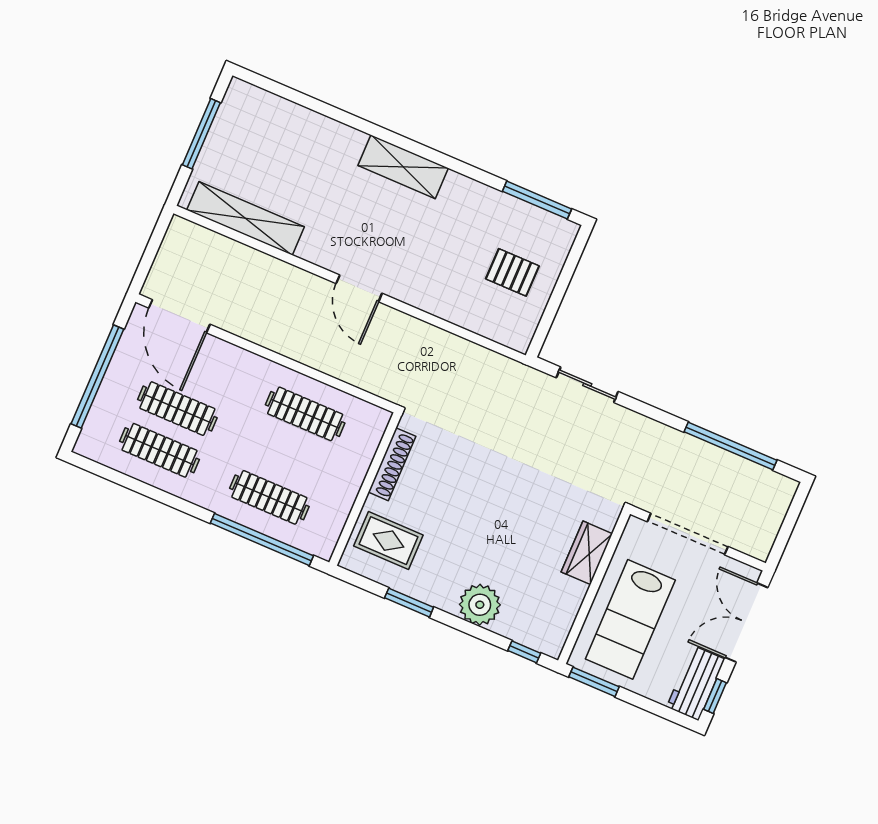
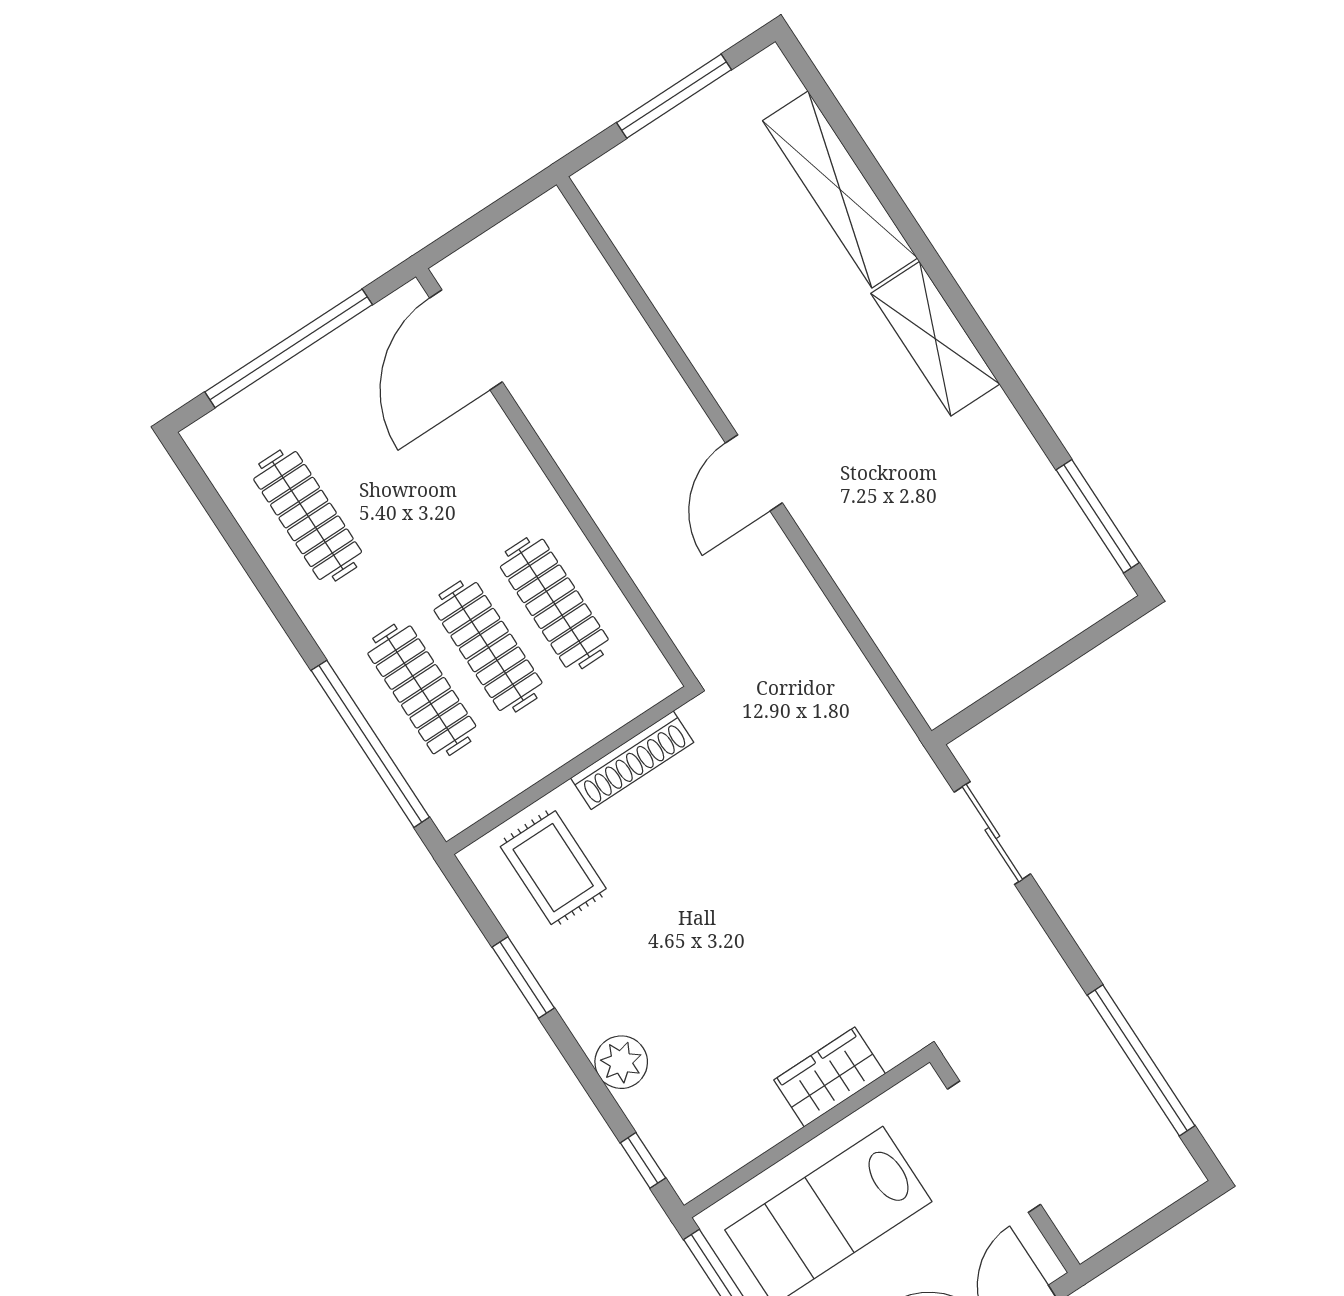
shelving: (246, 218) -> (840, 189), moved
pallet: (512, 272) -> (992, 598), removed
clothes rail: (177, 409) -> (488, 647), moved
plant: (480, 605) -> (621, 1062), width x0.73, depth x0.73

